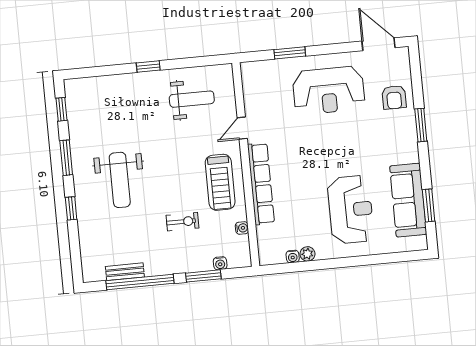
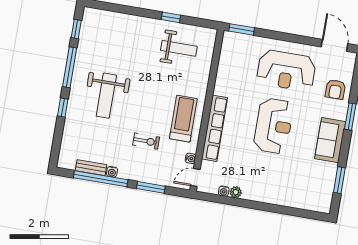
window: (290, 53) -> (242, 29), moved
window: (148, 67) -> (171, 17), moved
door: (242, 128) -> (195, 178), moved
window: (66, 158) -> (70, 67), width x1.44
treadmill: (220, 182) -> (183, 119), turned 180
sofa: (408, 200) -> (330, 140), moved, width x0.73
reception desk: (351, 210) -> (273, 126), moved
water cooler: (220, 263) -> (112, 172), moved

